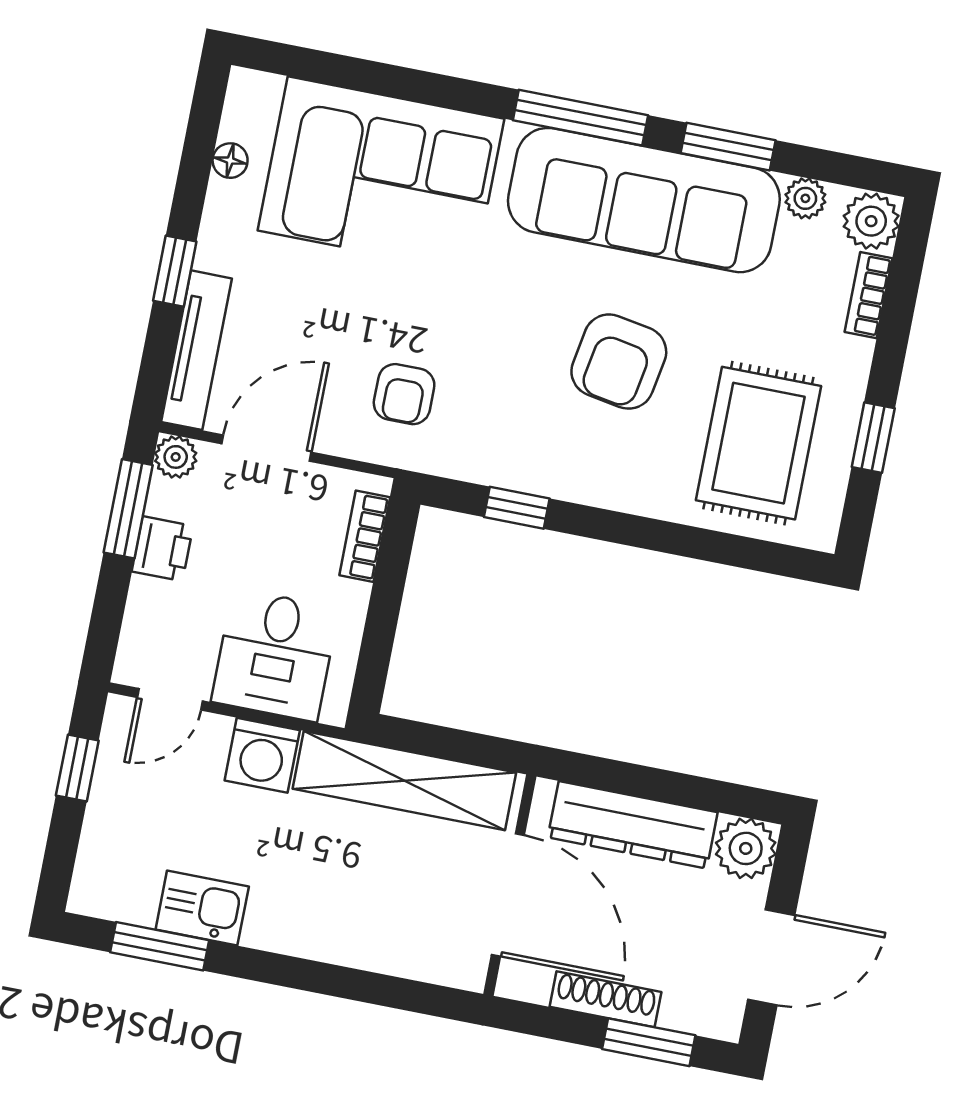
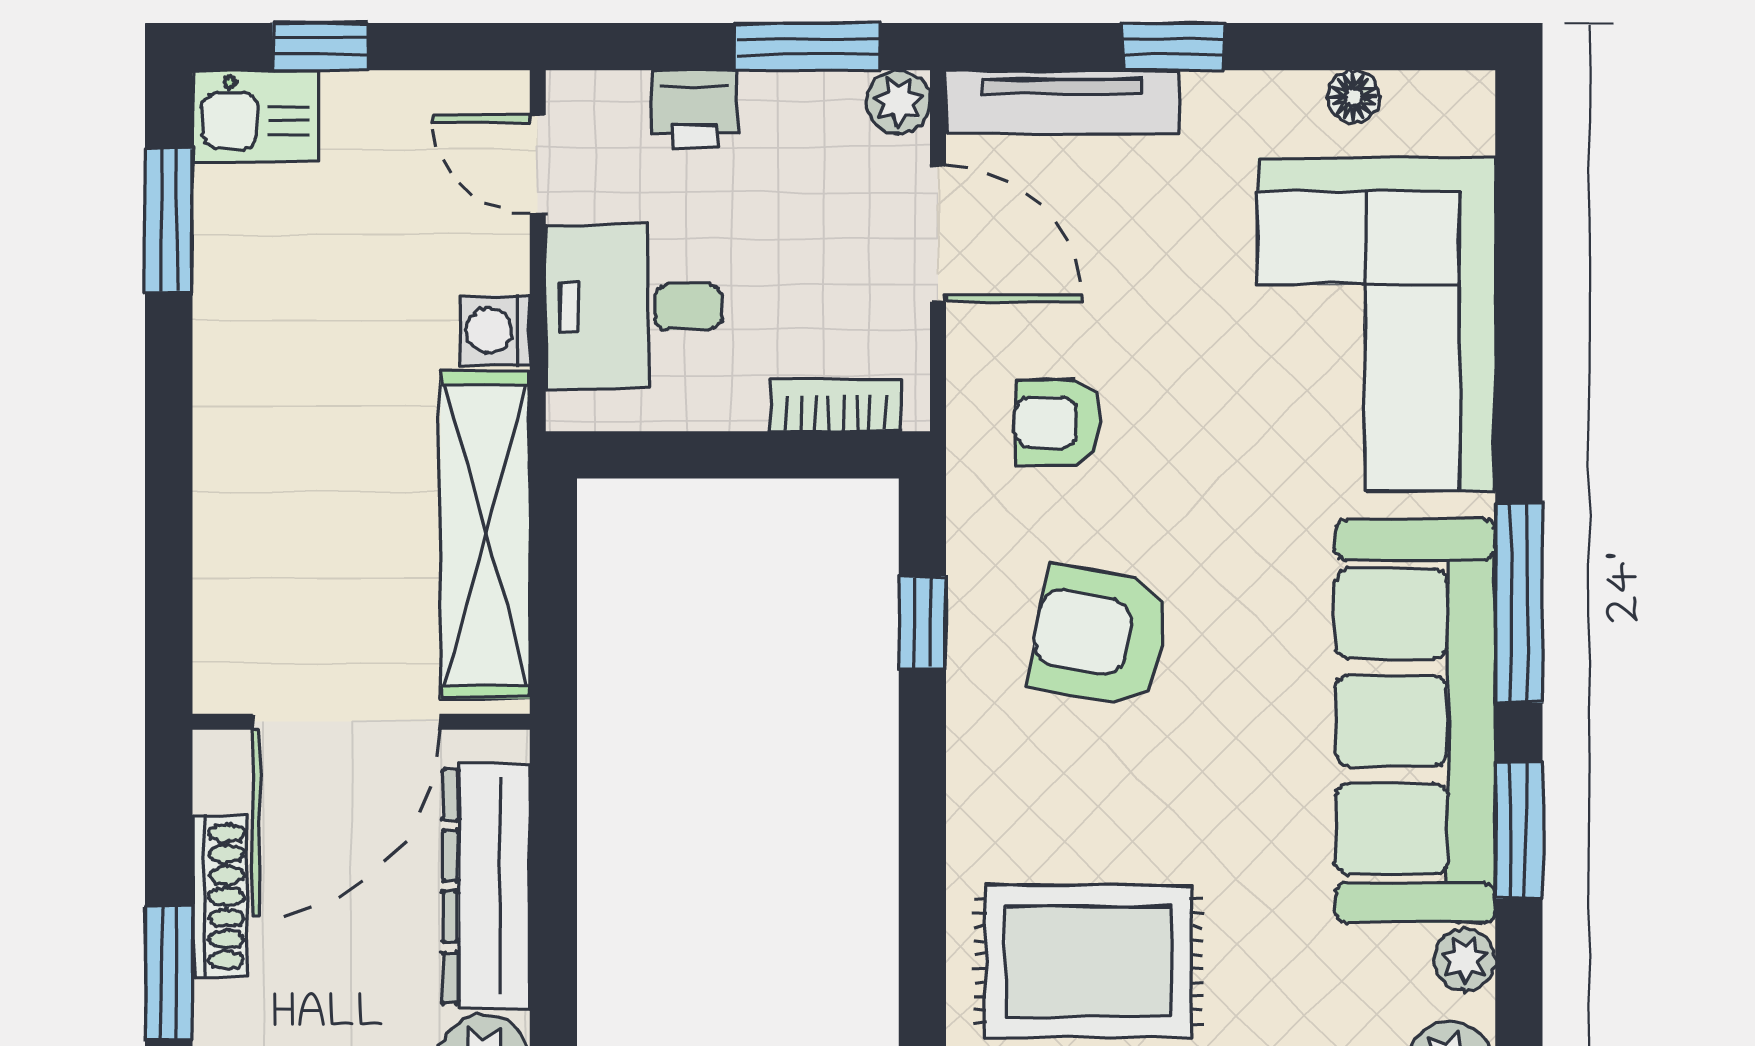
armchair: (619, 362) -> (1100, 635), moved
printer: (162, 549) -> (694, 109), moved
washing machine: (262, 755) -> (495, 330), width x0.73, depth x0.73
window: (77, 768) -> (320, 47), moved
kitchen sink: (202, 908) -> (255, 116), moved, turned 90

